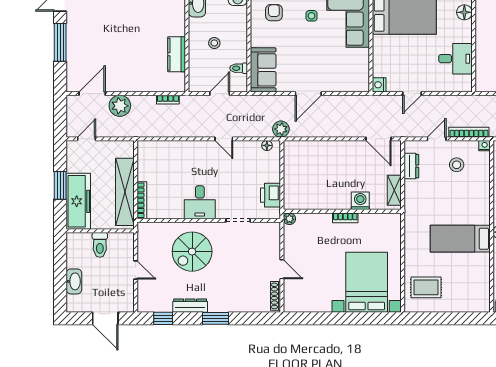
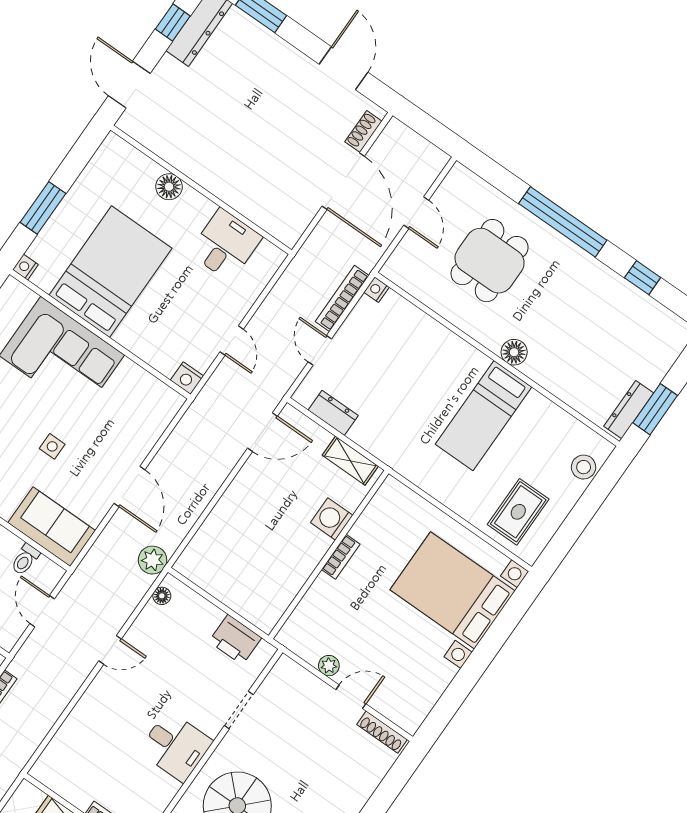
side table: (311, 16) -> (52, 446), moved
stool: (457, 165) -> (584, 467), moved
plant: (289, 219) -> (329, 666), moved

